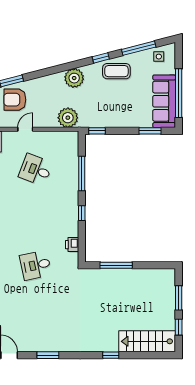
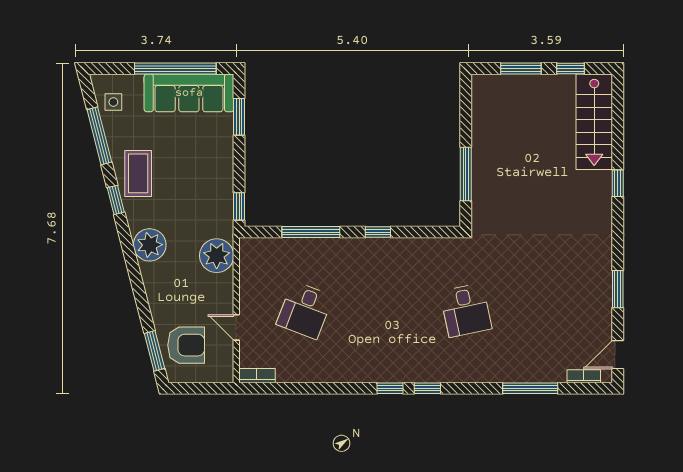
armchair: (15, 100) -> (186, 345), turned -90
printer: (72, 245) -> (431, 248), removed

